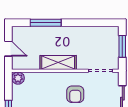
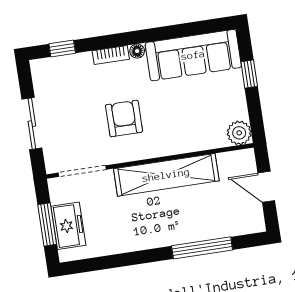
freezer: (112, 44) -> (68, 226), added
shelving: (58, 62) -> (166, 175), width x1.47

